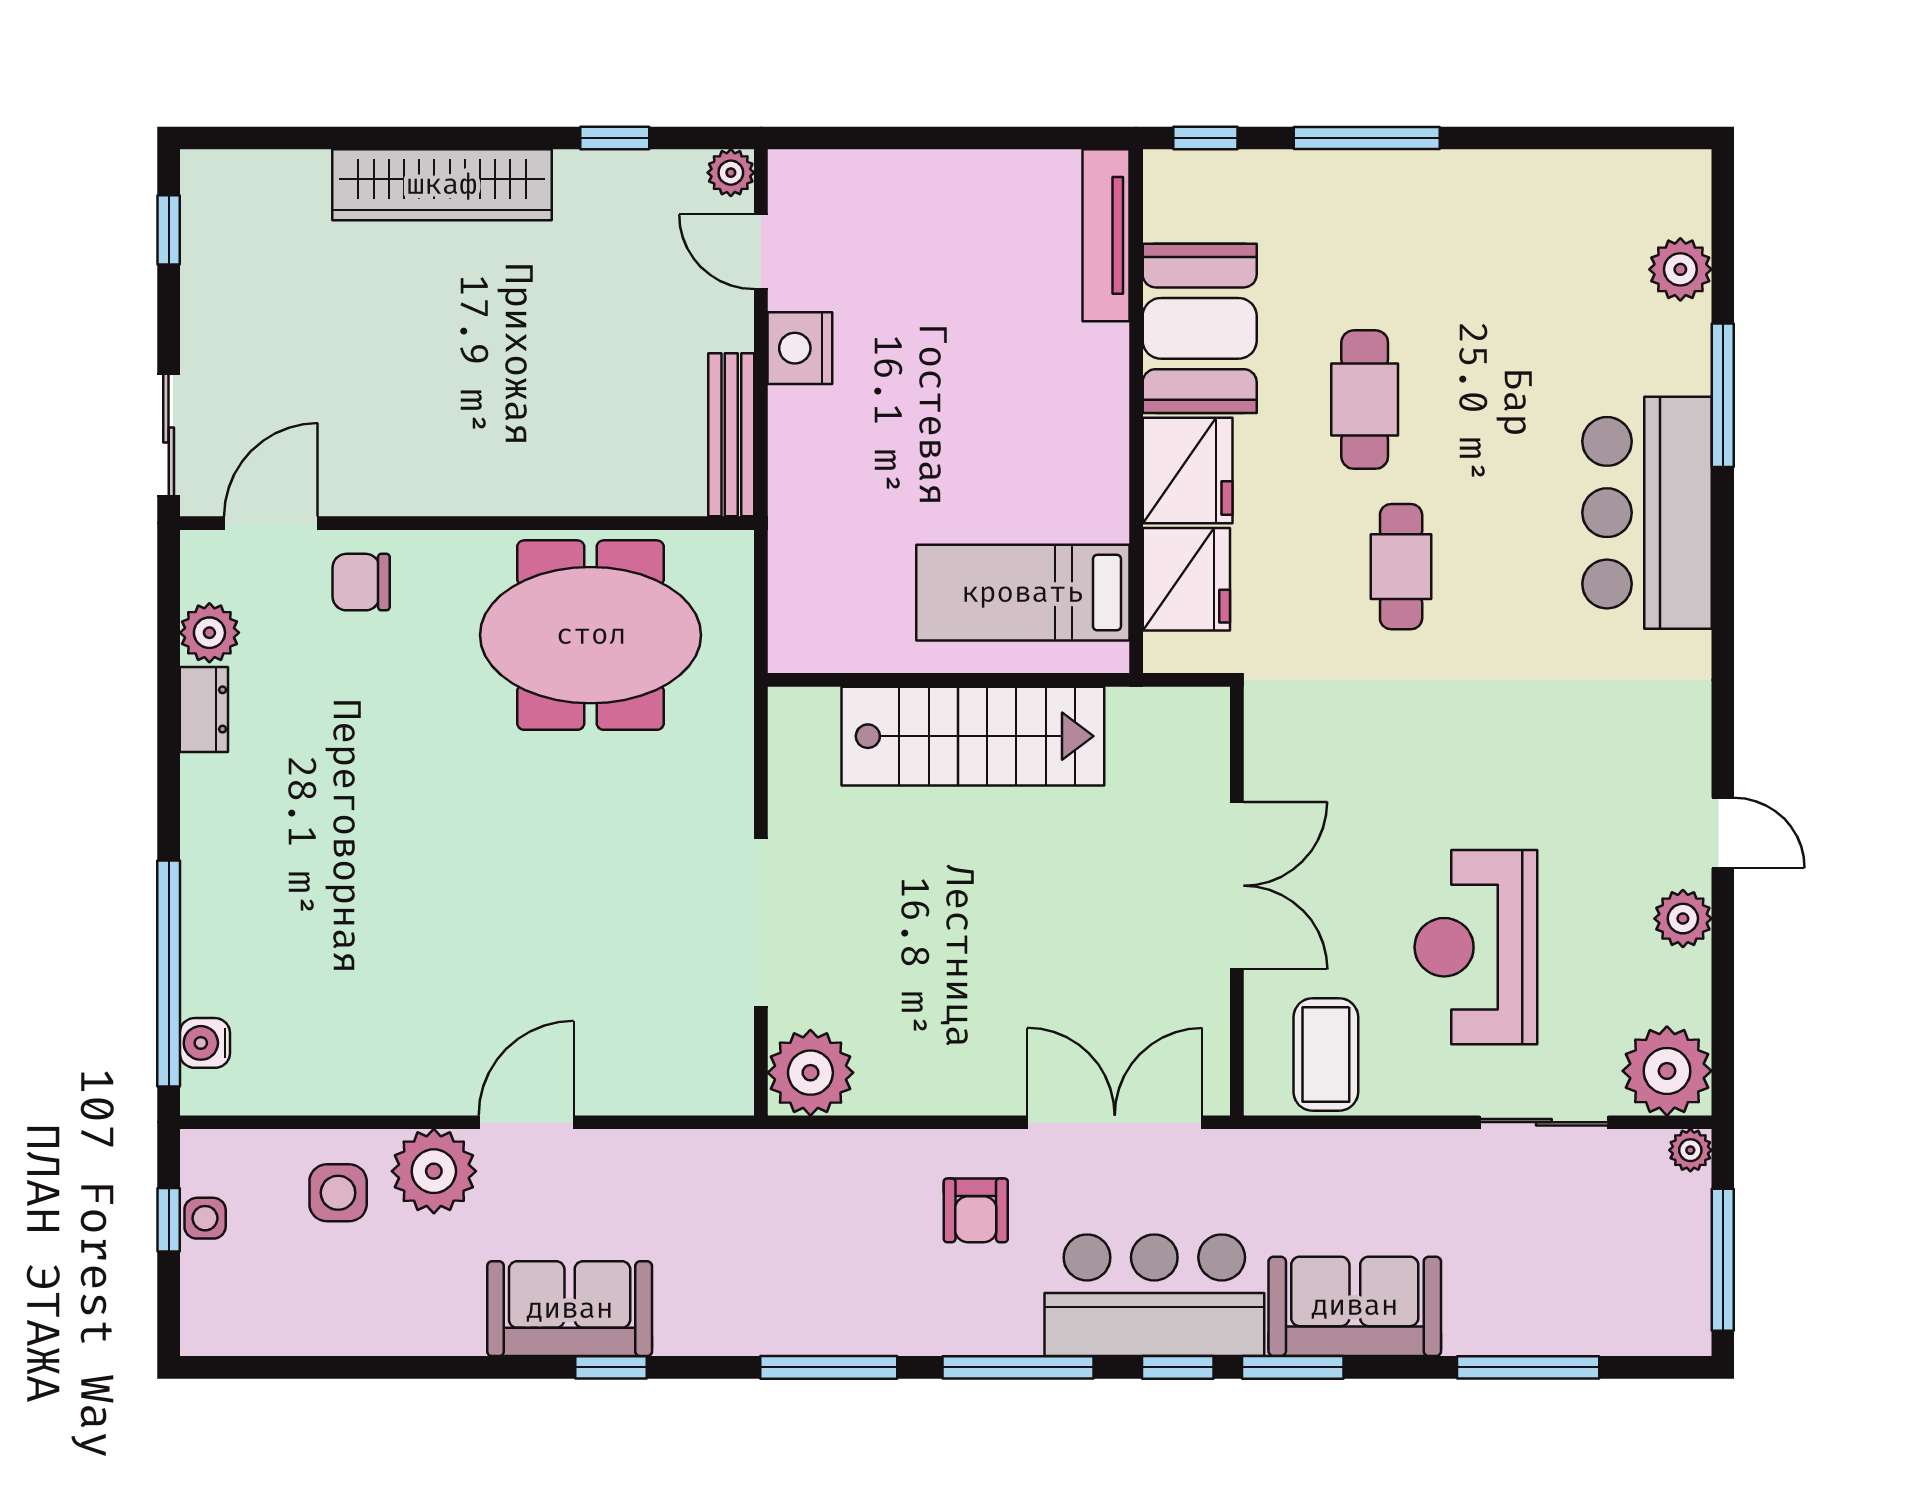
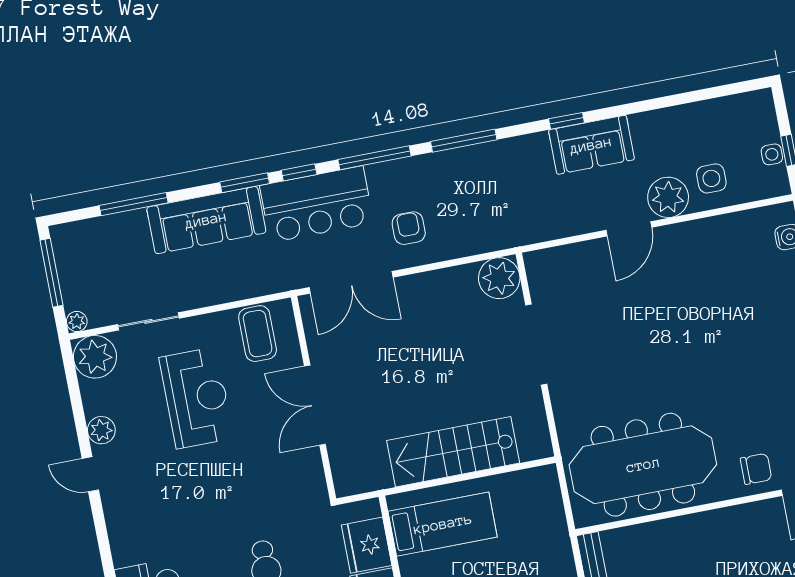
meeting table: (591, 635) -> (643, 465), width x1.36
sofa: (1355, 1306) -> (206, 220), width x1.36

